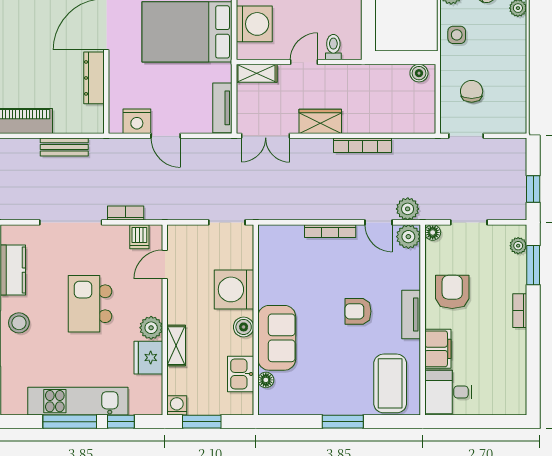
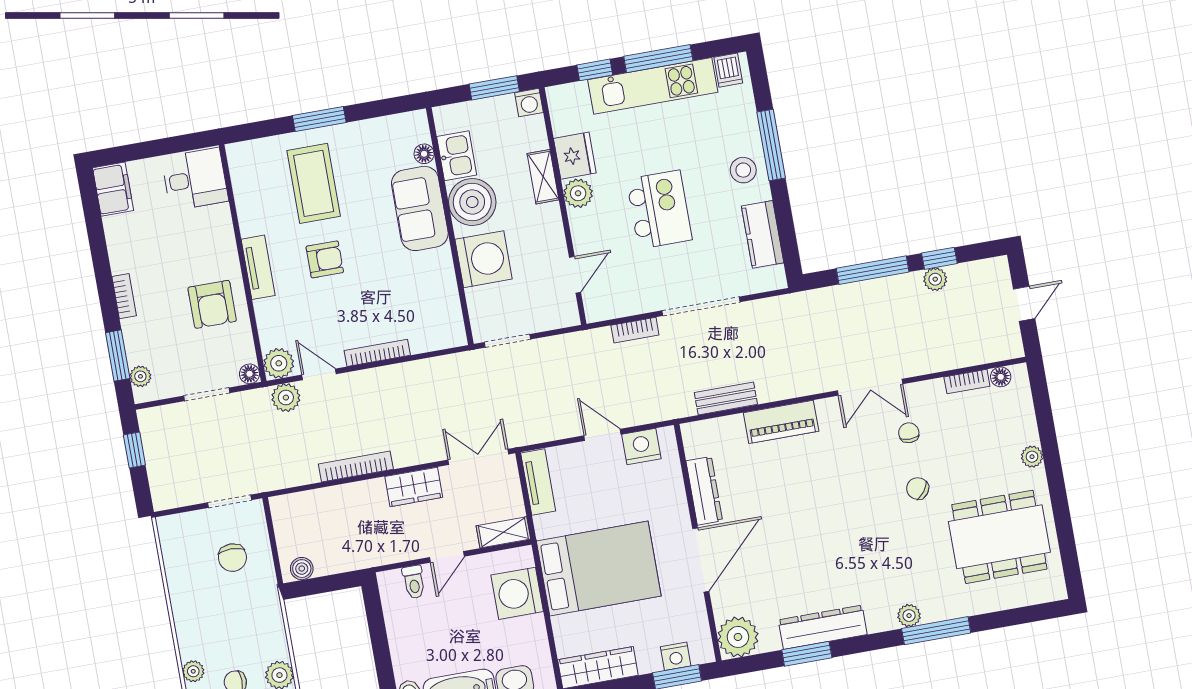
side table: (457, 35) -> (263, 624), removed
dishwasher: (139, 237) -> (728, 70), moved, turned 180
boiler: (244, 327) -> (472, 202), width x1.86, depth x1.86
filing cabinet: (438, 349) -> (113, 189), moved, turned 180
coffee table: (390, 383) -> (314, 183), moved

